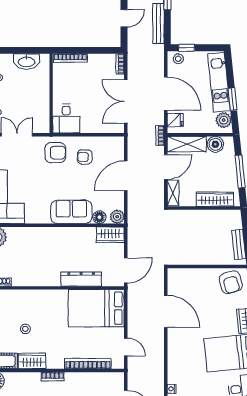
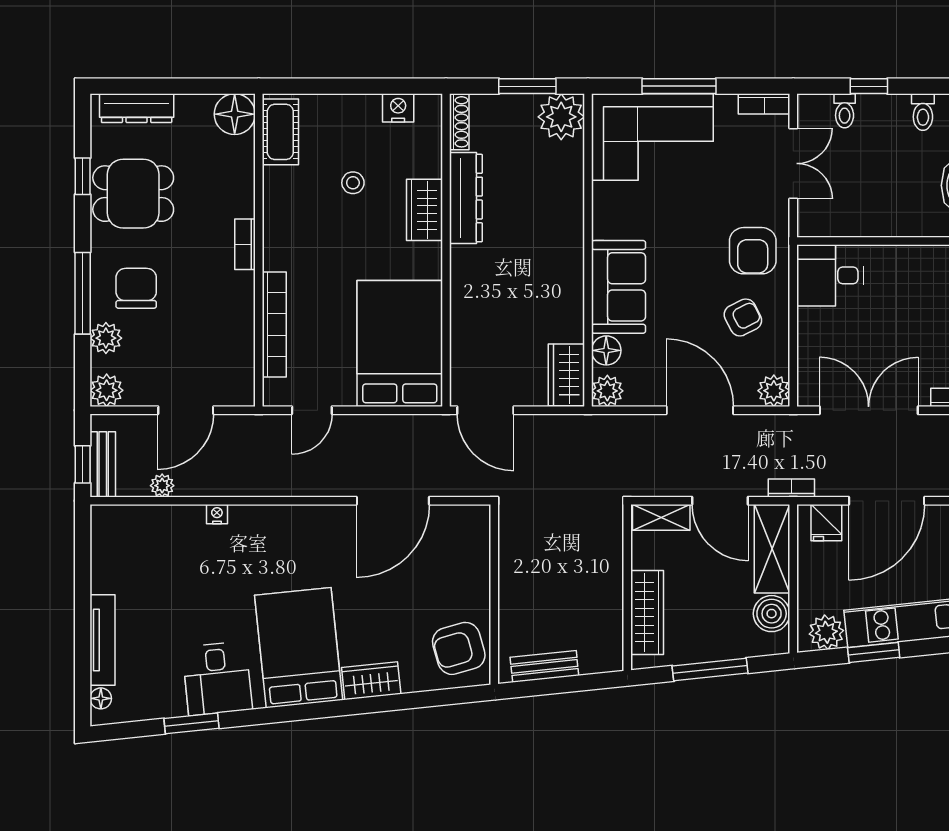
plant: (117, 143) -> (774, 391), added
armchair: (85, 157) -> (743, 317), turned 63
dresser: (81, 279) -> (466, 198), moved
wardrobe: (32, 361) -> (425, 210), moved, turned 180

